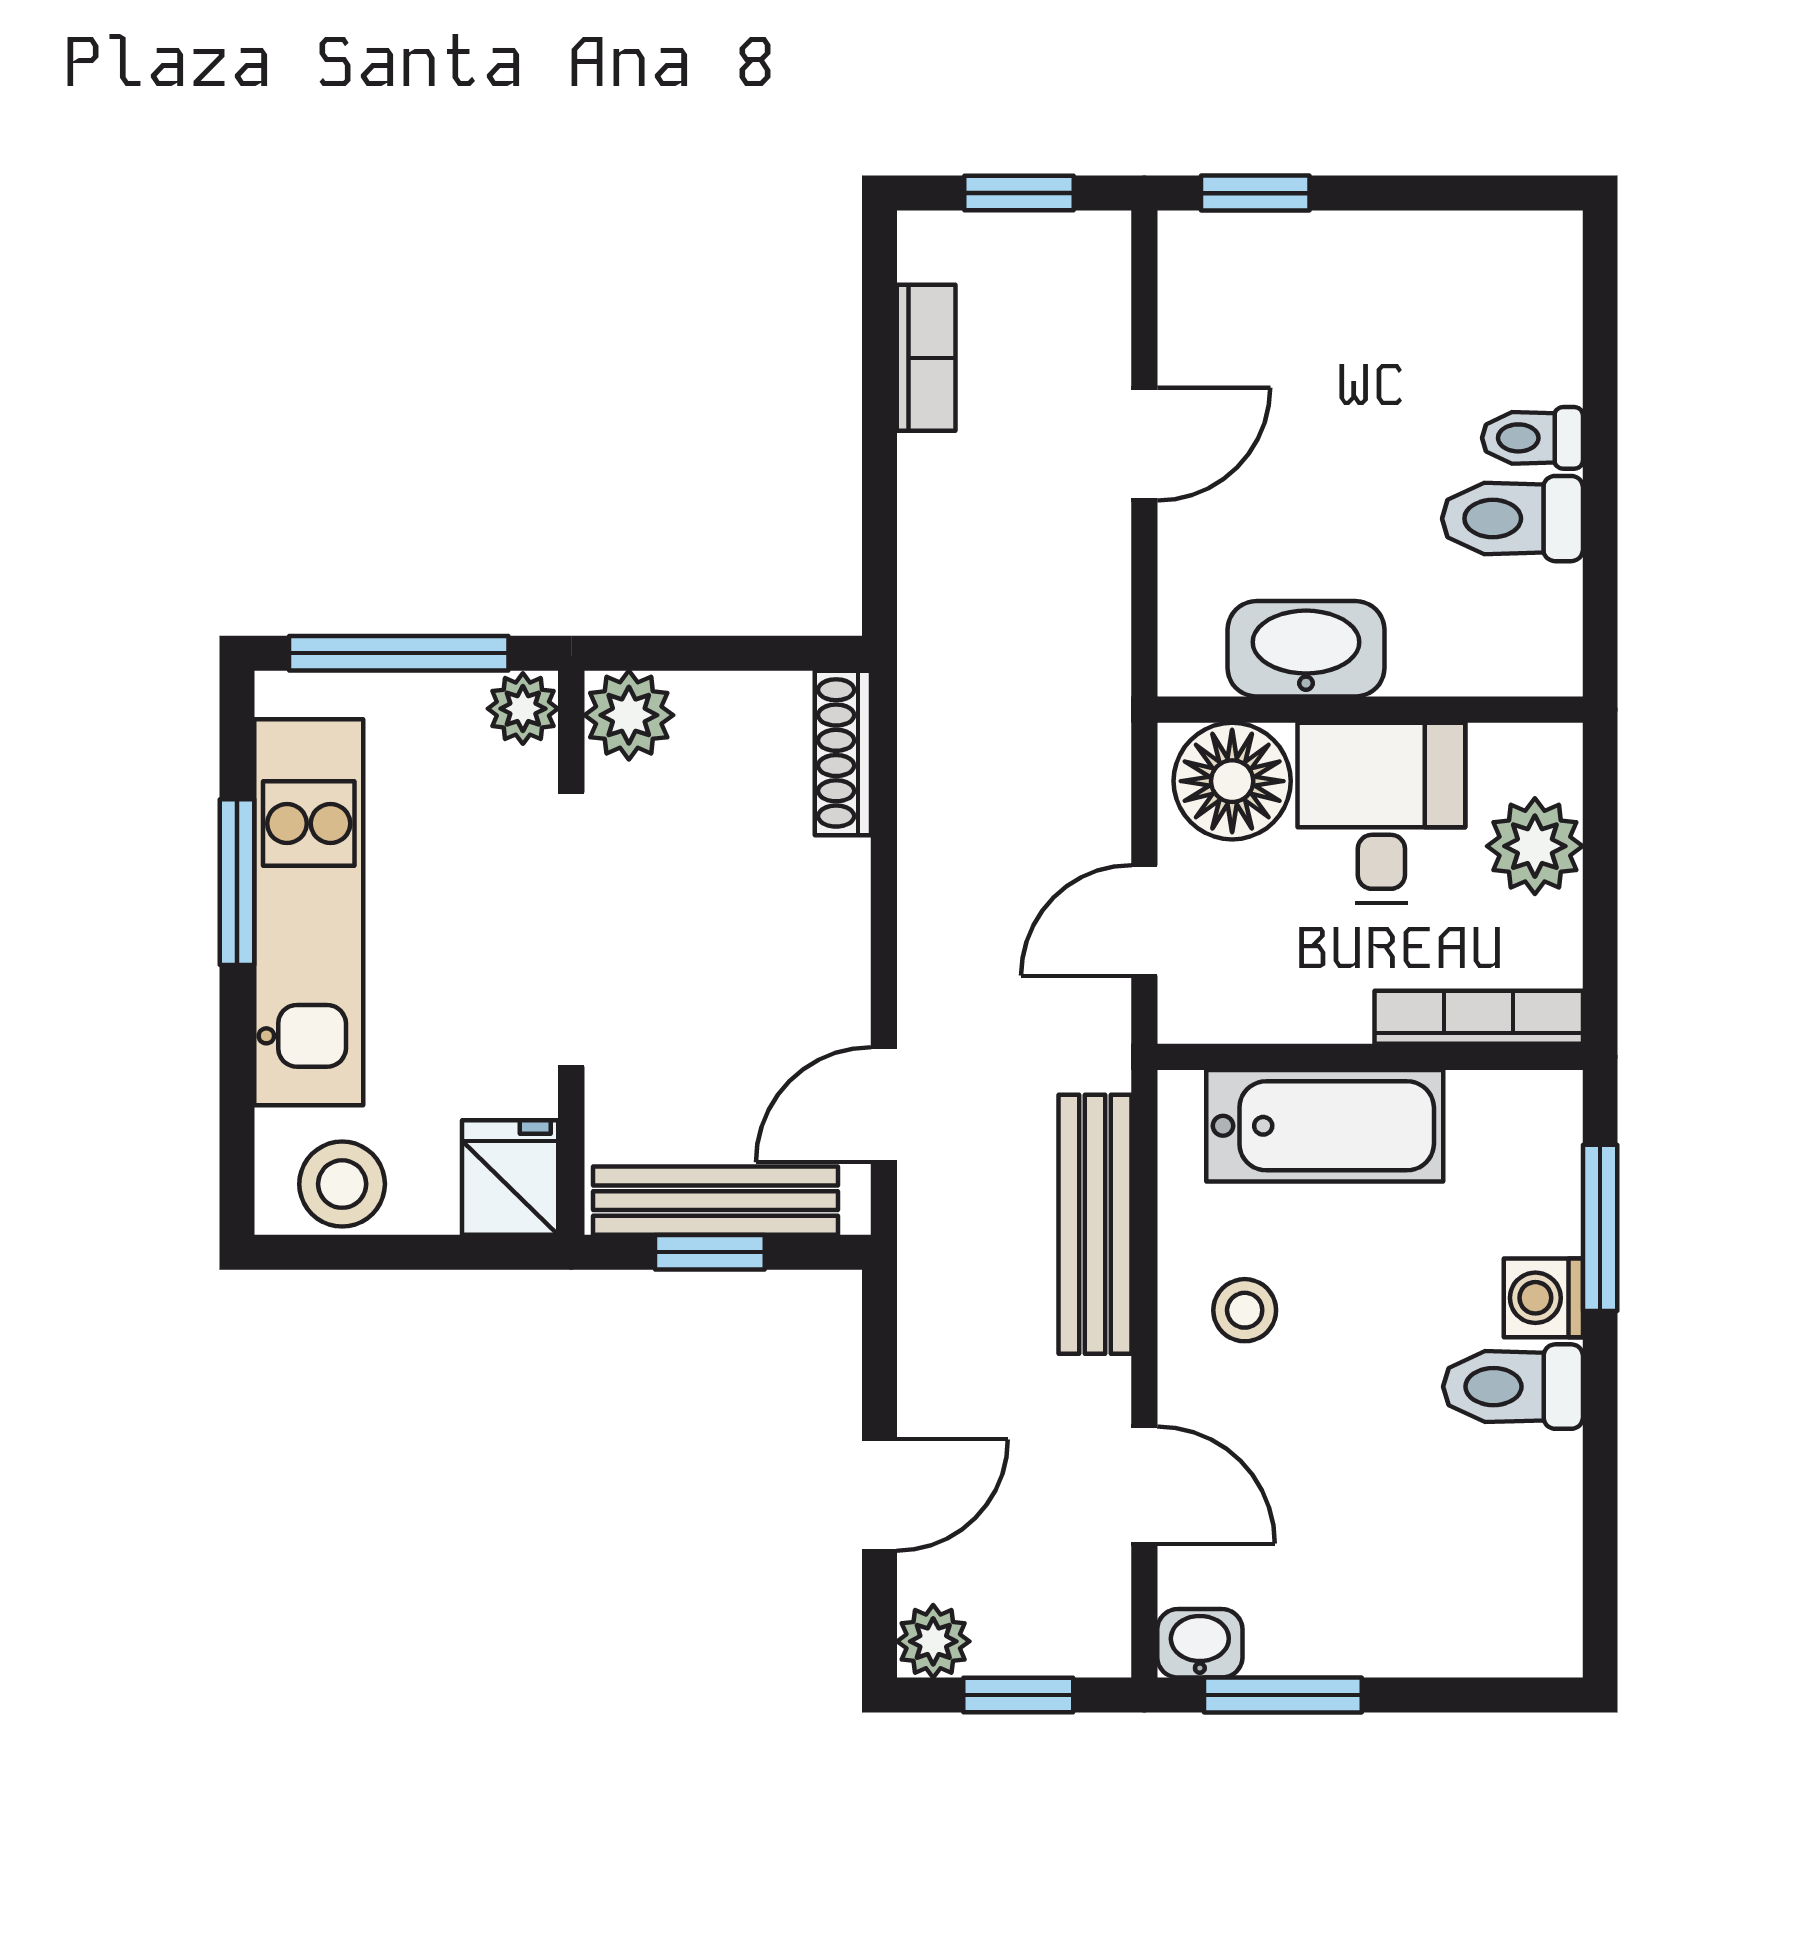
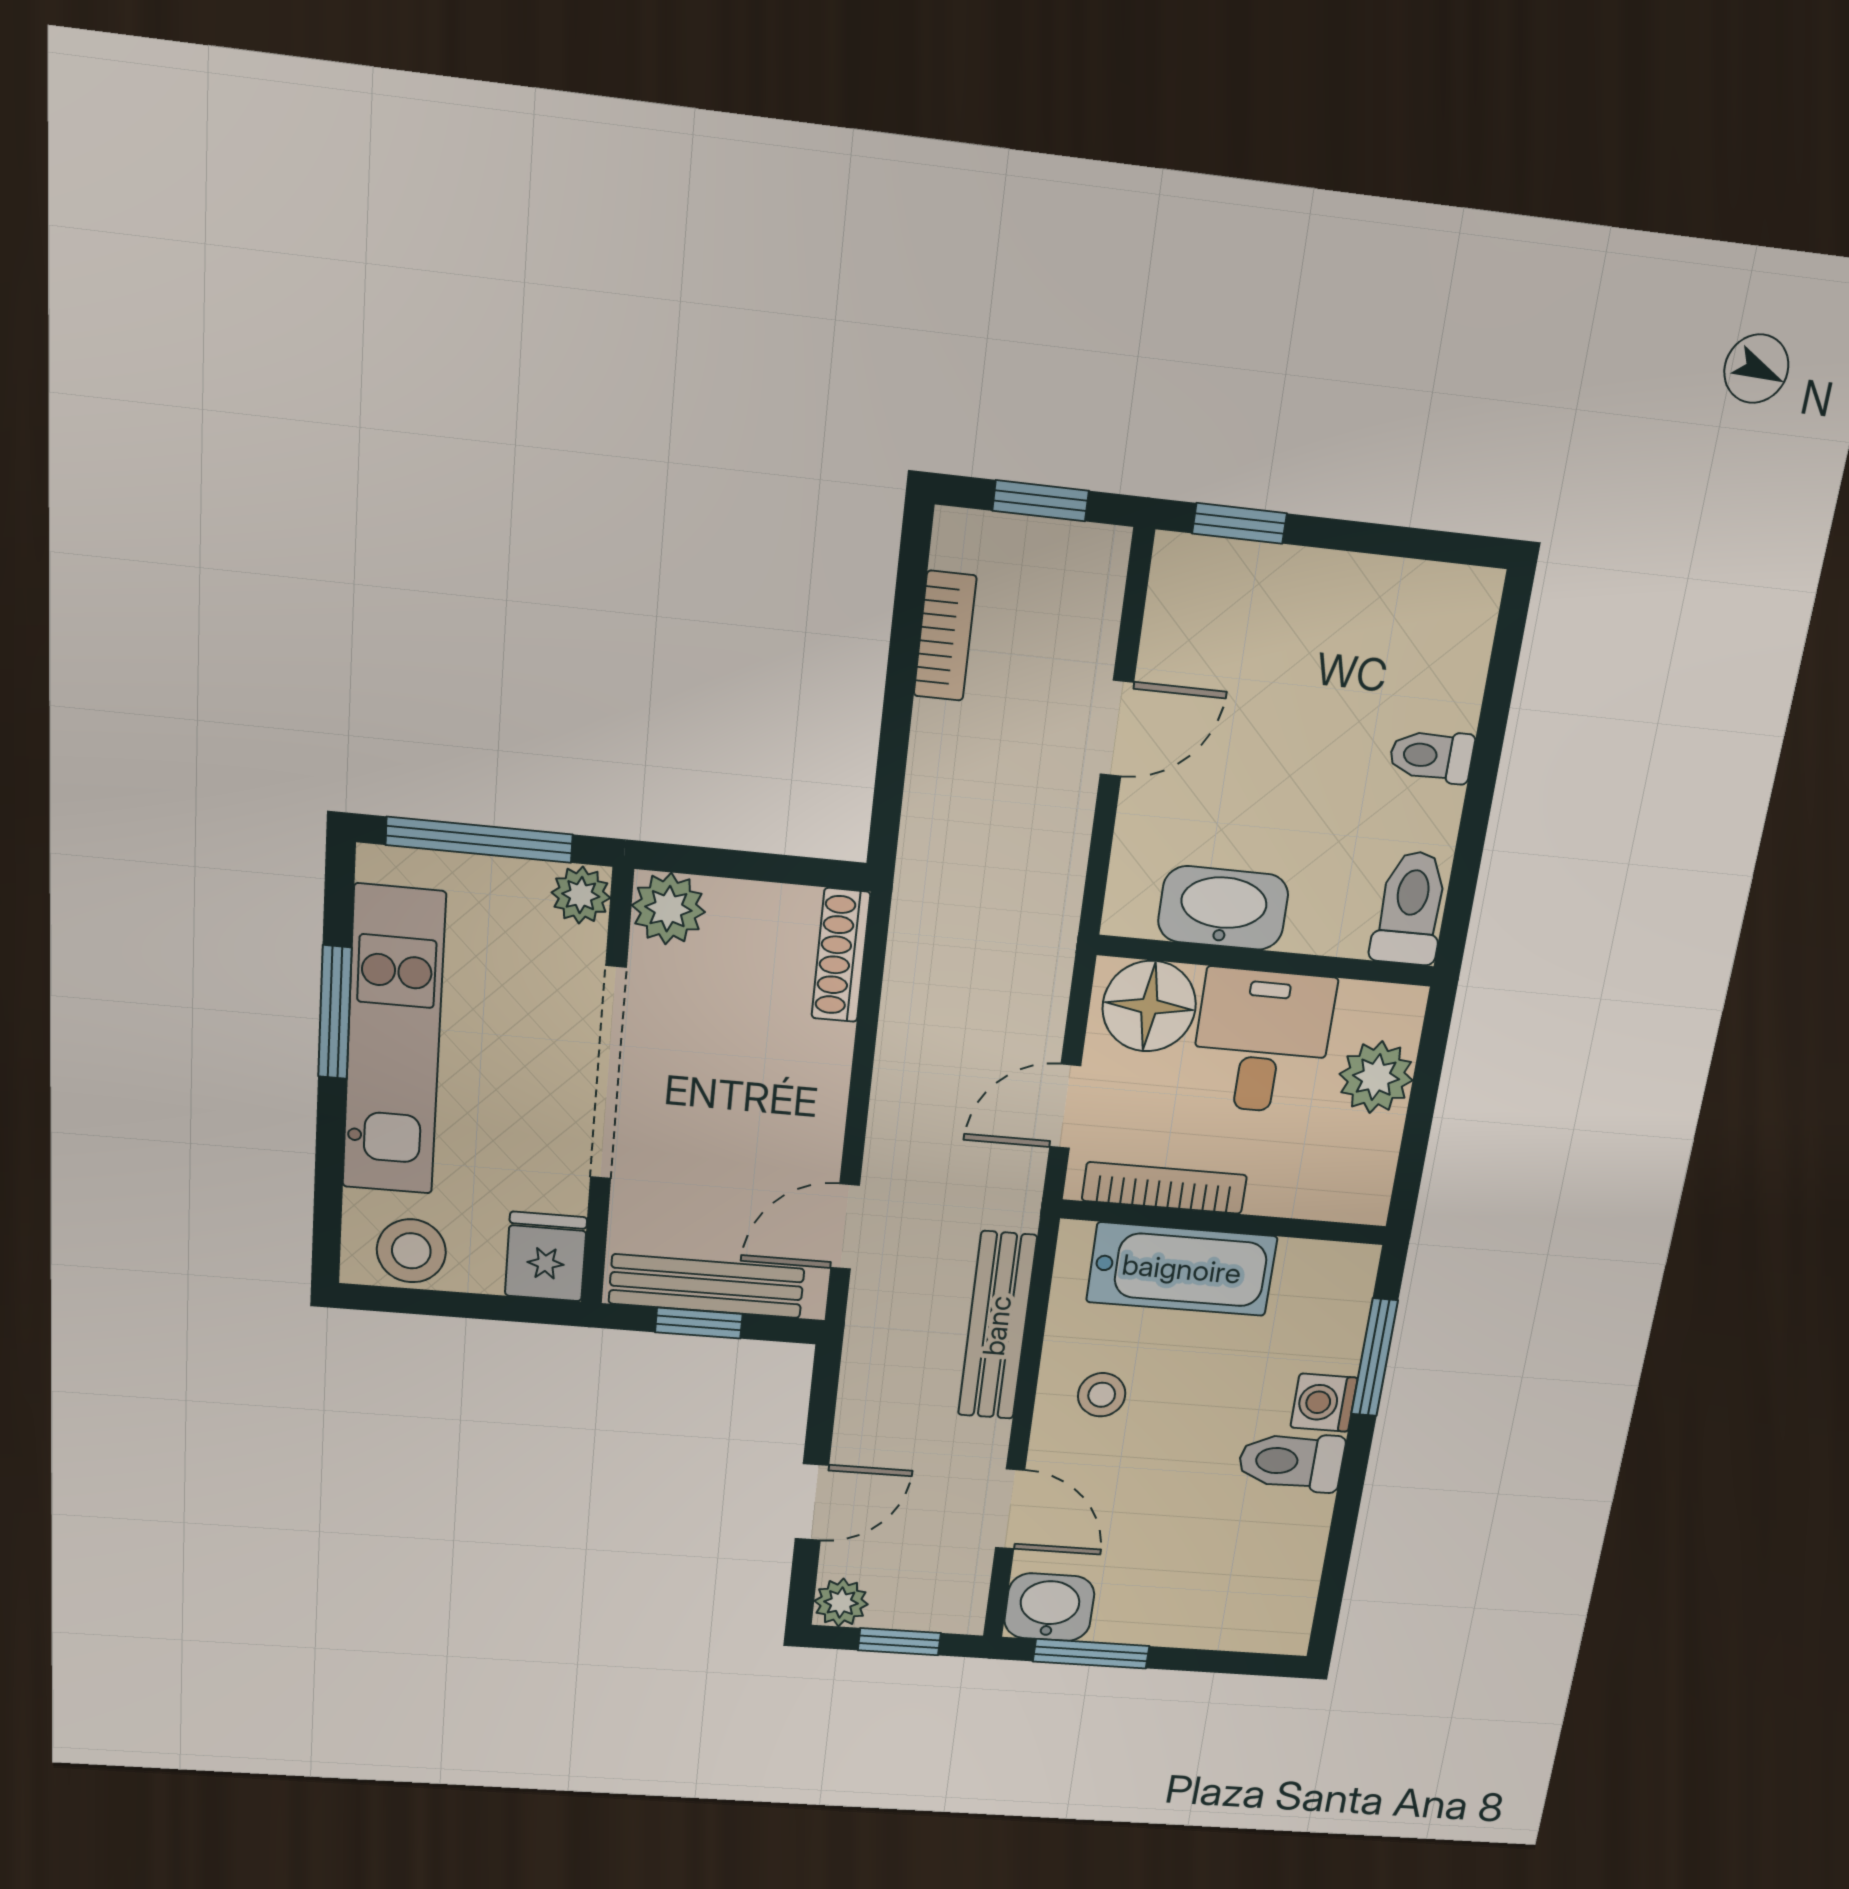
toilet: (1512, 519) -> (1410, 908), moved, turned 90
bookcase: (1479, 1017) -> (1164, 1188), moved
washbasin: (1200, 1643) -> (1049, 1607), width x1.38, depth x1.45

